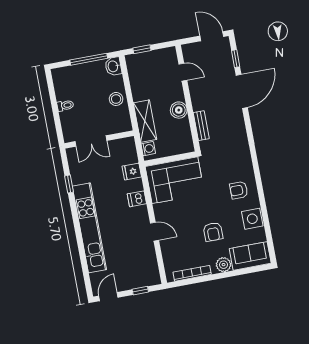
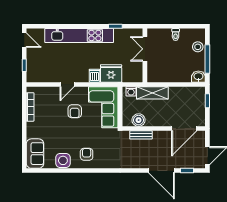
door: (183, 72) -> (184, 129), width x1.87
stool: (116, 99) -> (198, 47), moved
boiler: (179, 110) -> (139, 120), moved
fridge: (132, 172) -> (111, 73), width x1.88, depth x1.34
armchair: (213, 232) -> (75, 111), moved, turned -90
plant: (224, 265) -> (32, 132), removed

